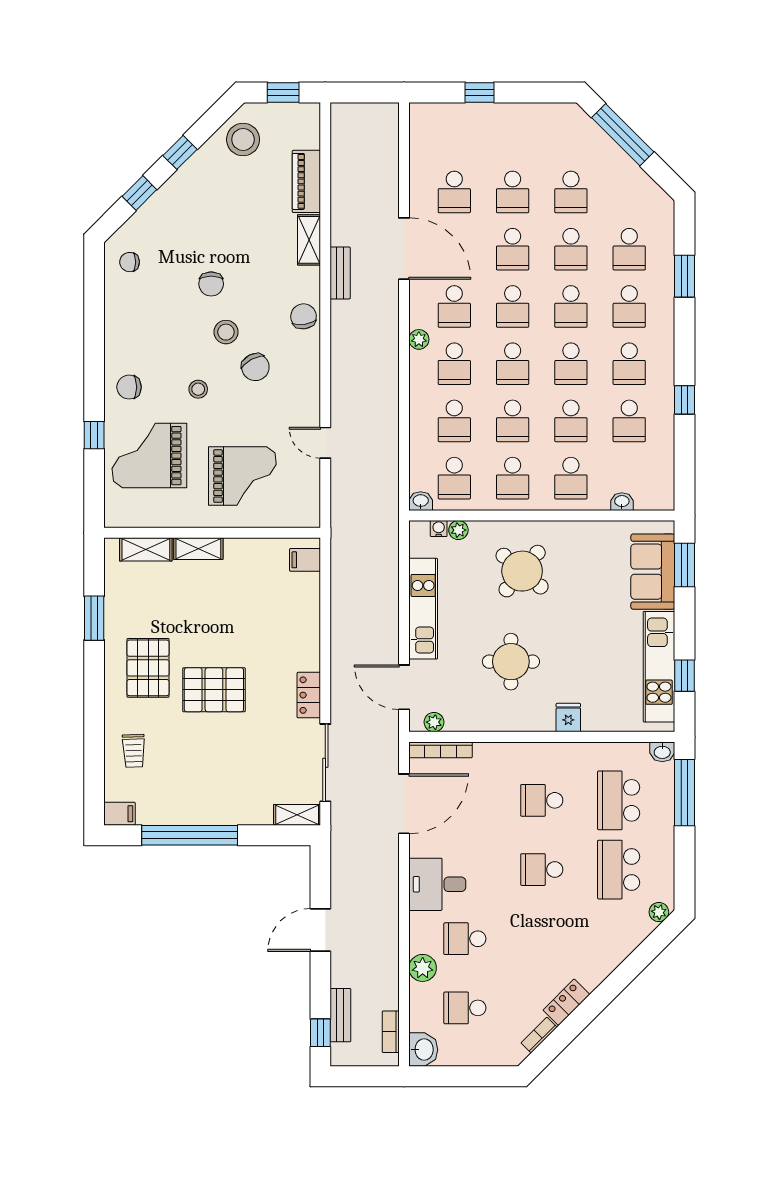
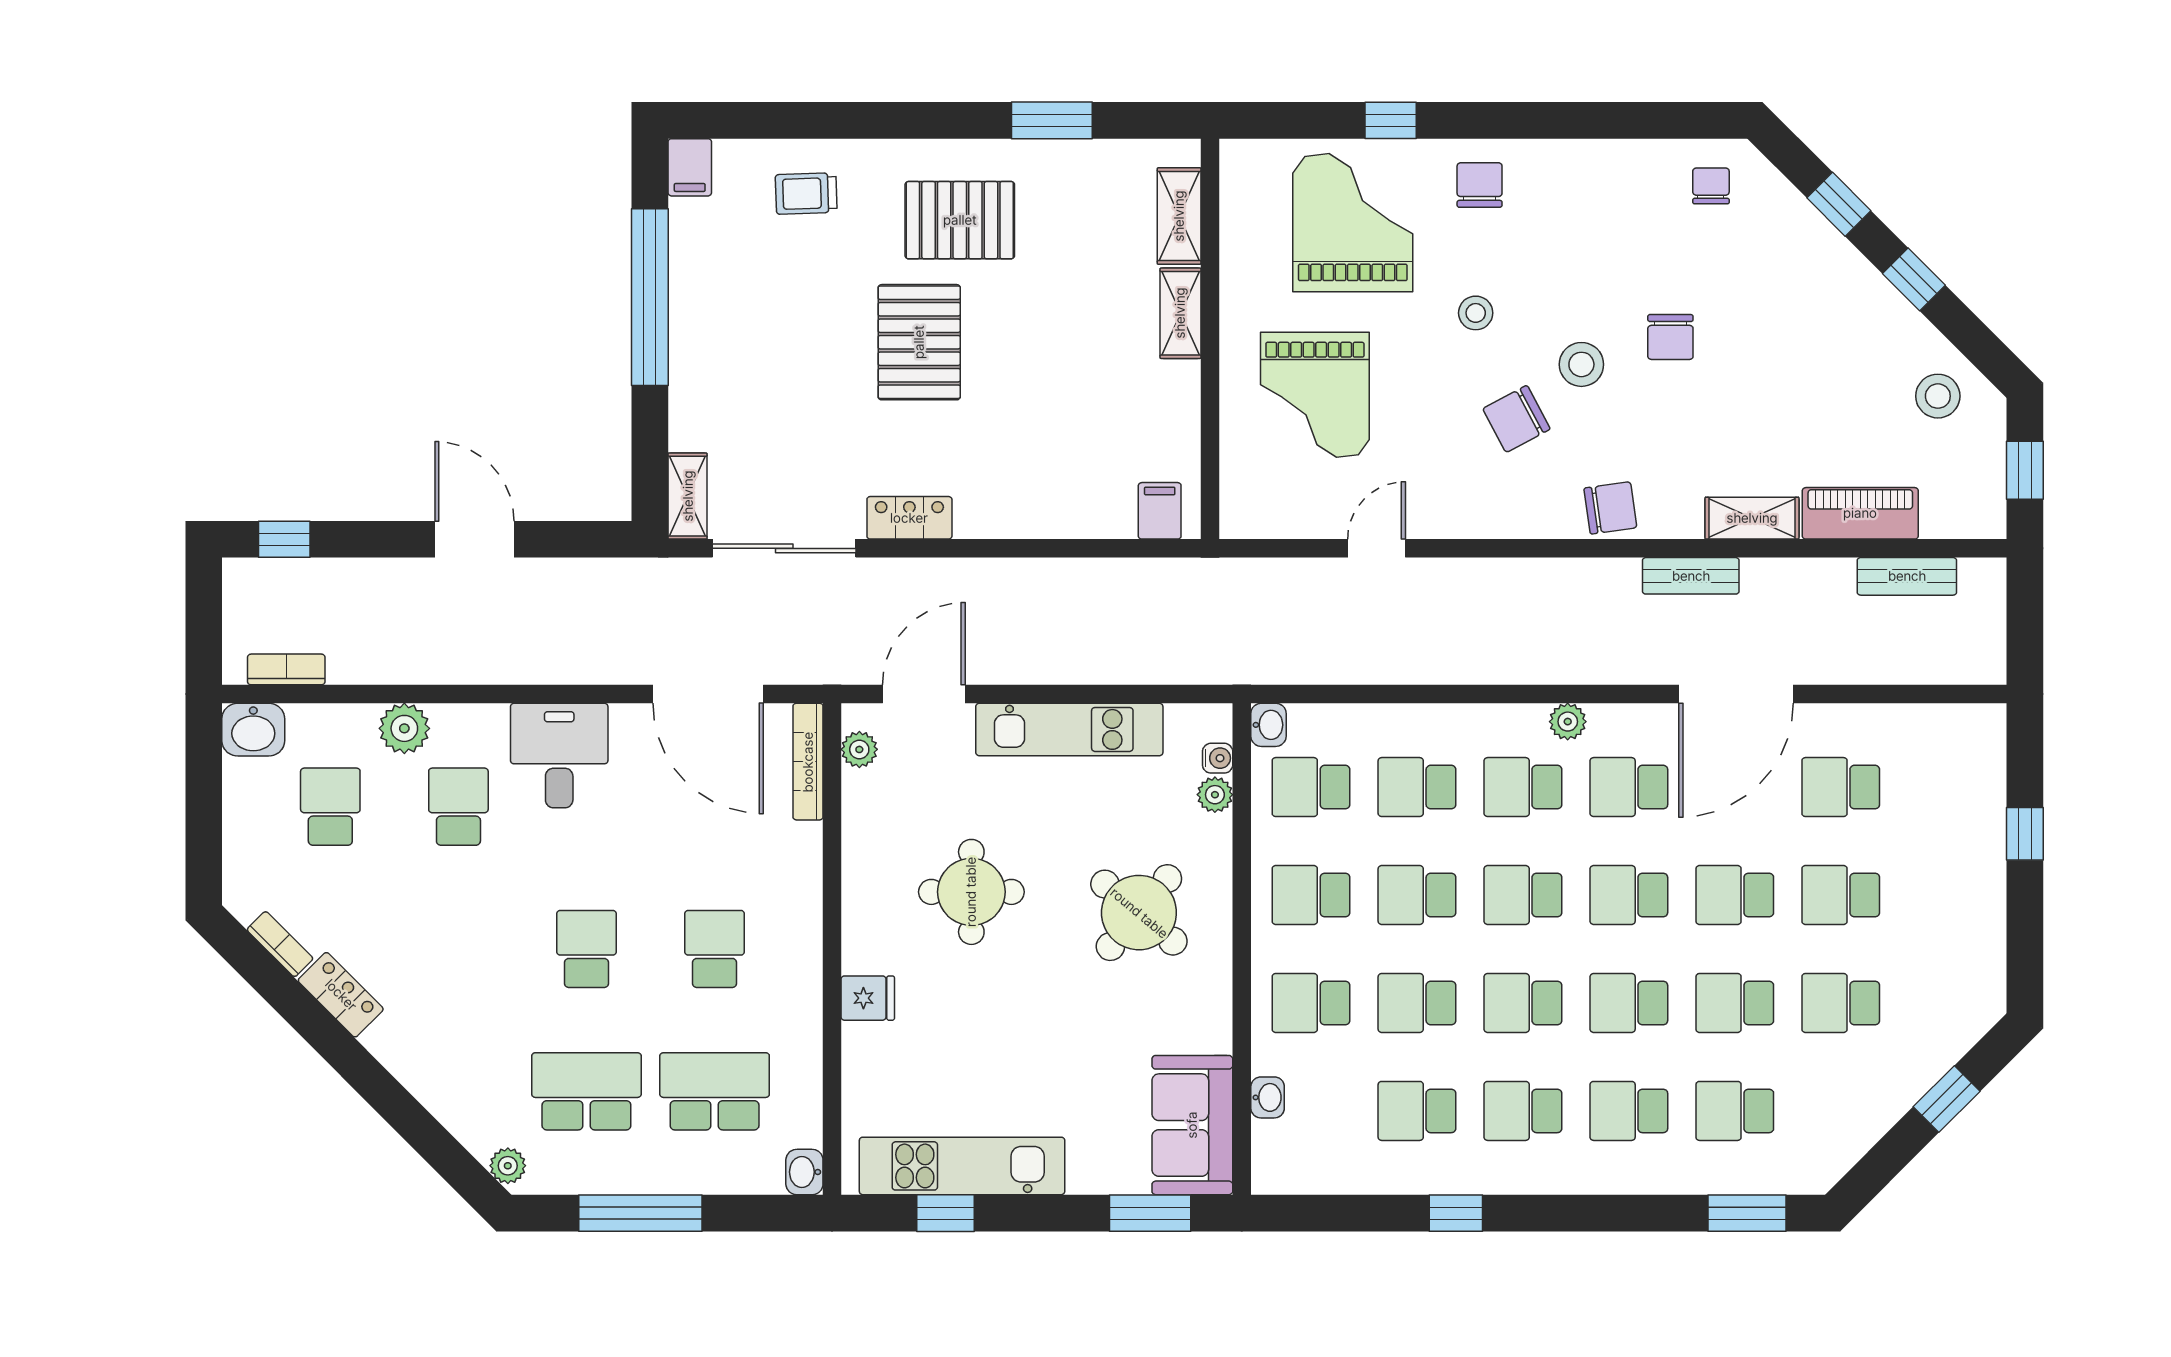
window: (623, 135) -> (1947, 1099), width x0.46
stool: (243, 140) -> (1938, 396), width x0.73, depth x0.73
window: (684, 276) -> (1747, 1213), moved
chair: (211, 284) -> (1670, 337), turned -90
sofa: (653, 572) -> (1192, 1125), moved, turned -90
window: (684, 793) -> (640, 1213), moved
bench: (340, 1015) -> (1907, 576), moved

